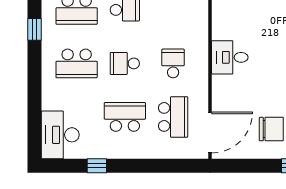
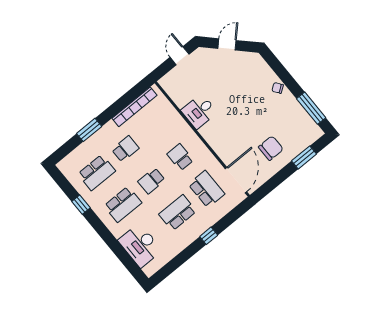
desk: (230, 57) -> (199, 111), moved
desk: (60, 135) -> (140, 245), moved
window: (97, 166) -> (209, 236), moved

